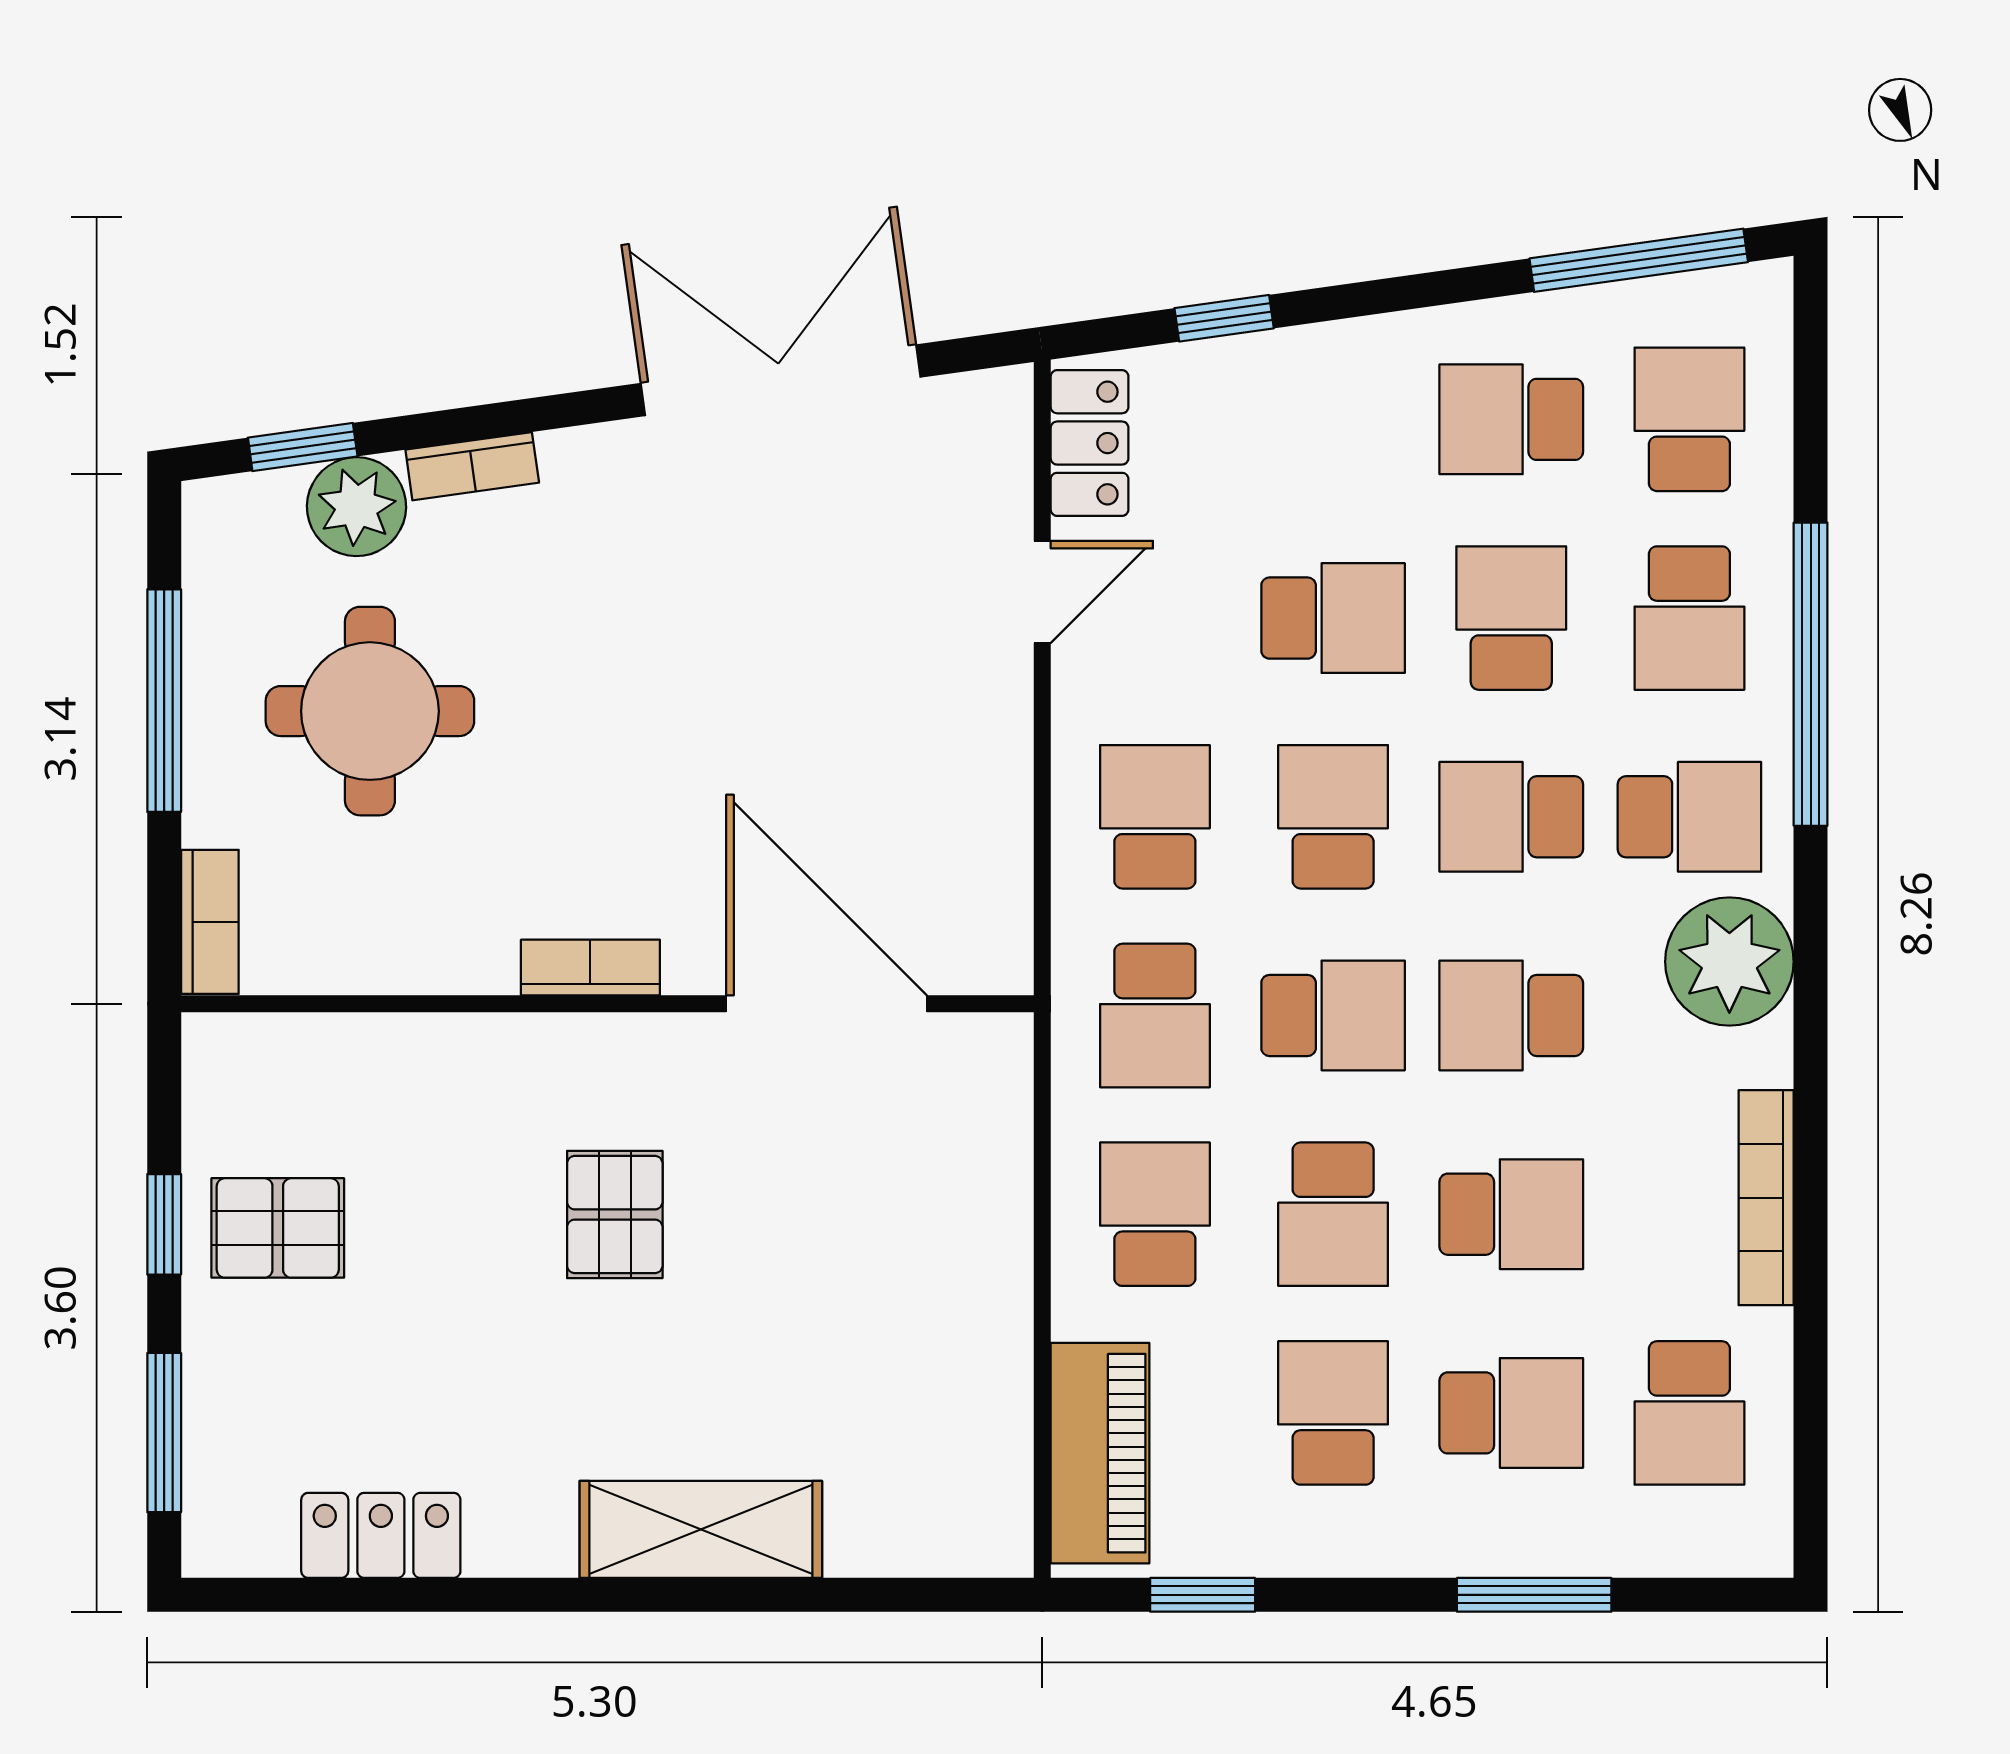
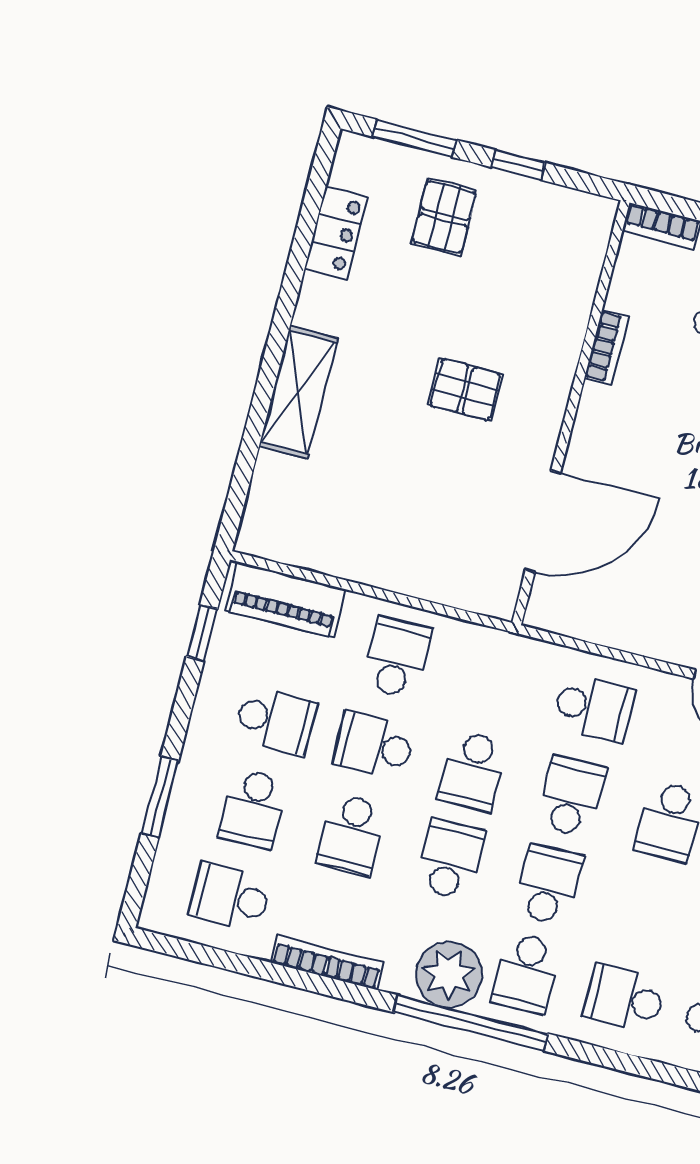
school desk: (1511, 618) -> (647, 910), removed
window: (1811, 674) -> (471, 1023), moved
school desk: (1333, 817) -> (571, 796), turned -90
bookcase: (590, 968) -> (607, 347), moved
school desk: (1155, 1015) -> (495, 683), removed
school desk: (1155, 1214) -> (397, 657), turned -90
pallet: (278, 1228) -> (444, 217), moved

